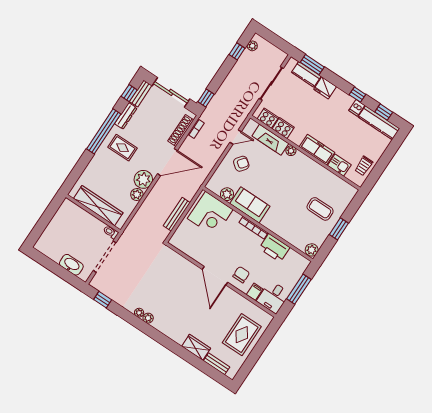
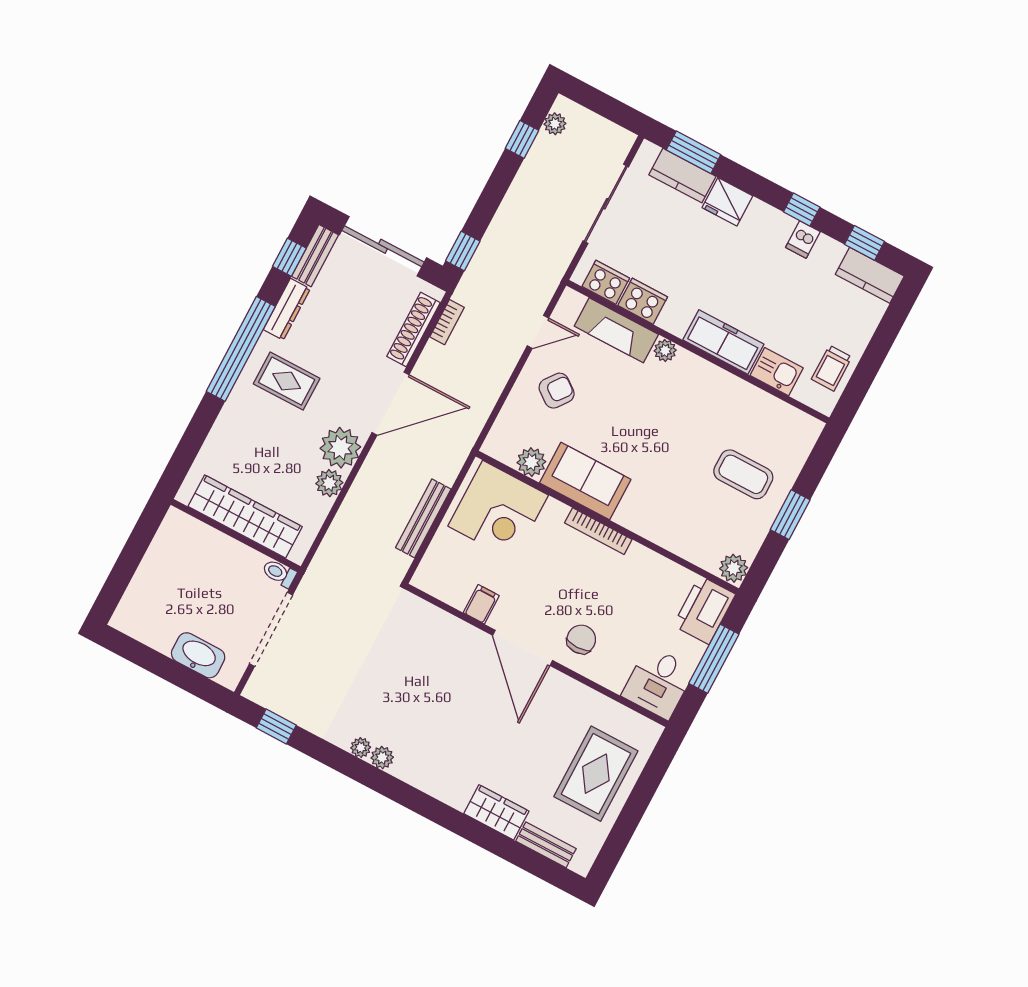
kitchen counter: (379, 123) -> (870, 275), width x0.67
printer: (274, 248) -> (704, 610), moved, turned 90
filing cabinet: (255, 292) -> (481, 604), moved

